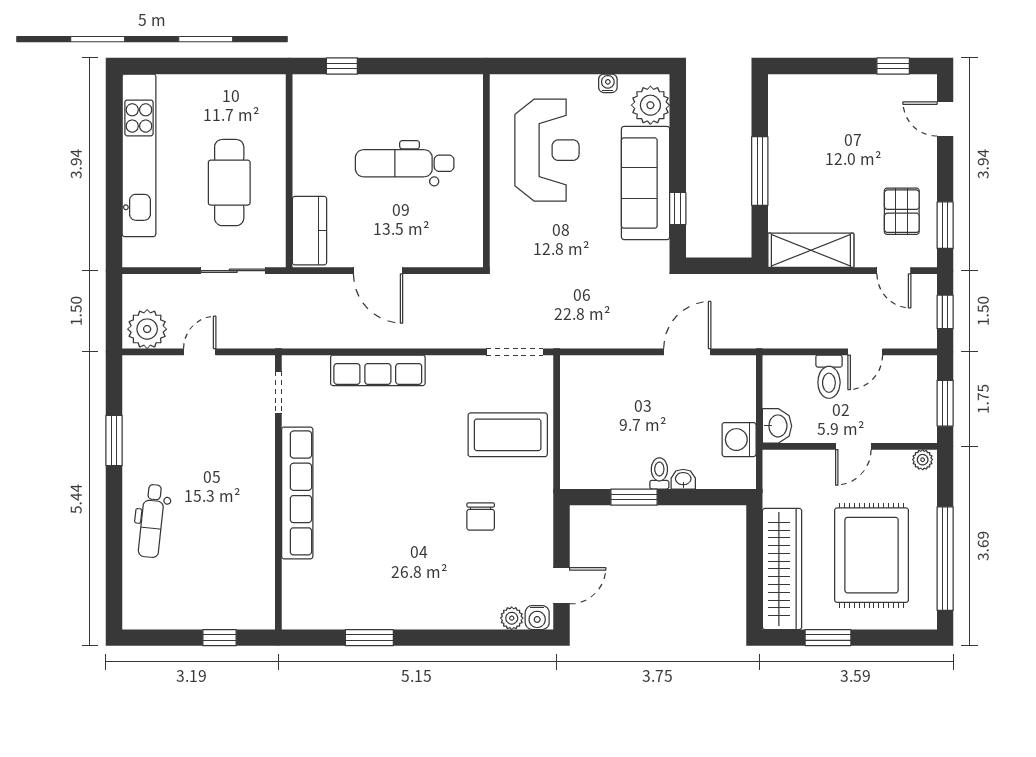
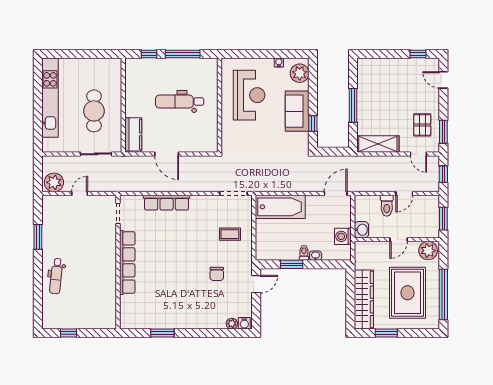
window: (411, 66) -> (183, 54), added
sofa: (646, 183) -> (297, 111), width x0.73
door: (687, 352) -> (336, 194), moved
bathtub: (611, 379) -> (280, 207), added
coffee table: (508, 435) -> (230, 234), width x0.54, depth x0.58
plant: (923, 460) -> (428, 251), width x1.87, depth x1.87
door: (561, 586) -> (256, 284), moved
window: (220, 638) -> (69, 333), moved

